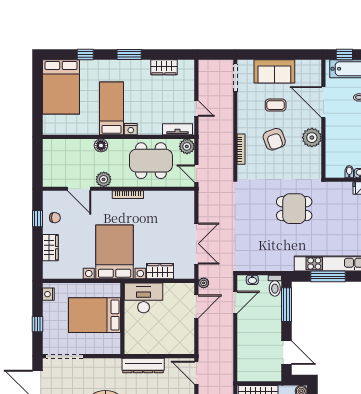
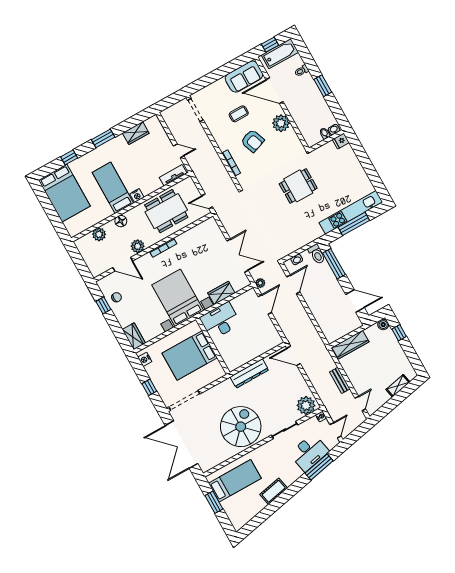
sofa: (274, 71) -> (244, 77), moved
plant: (187, 146) -> (99, 234), moved
wardrobe: (50, 248) -> (134, 336), moved

